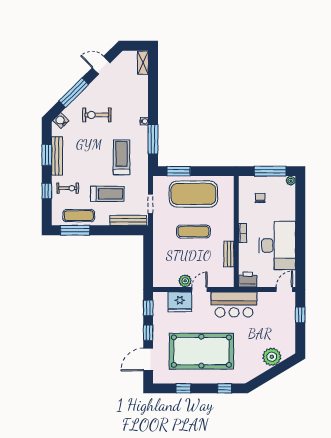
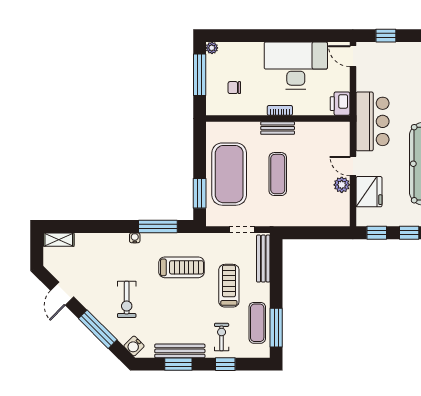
treadmill: (121, 157) -> (182, 267), turned 180
bench: (229, 254) -> (278, 128), moved

